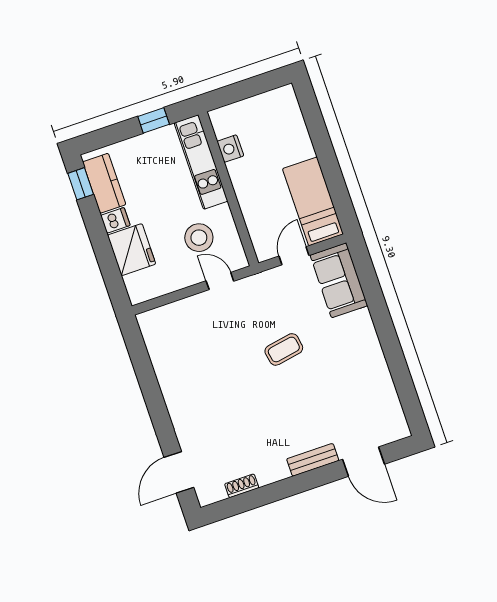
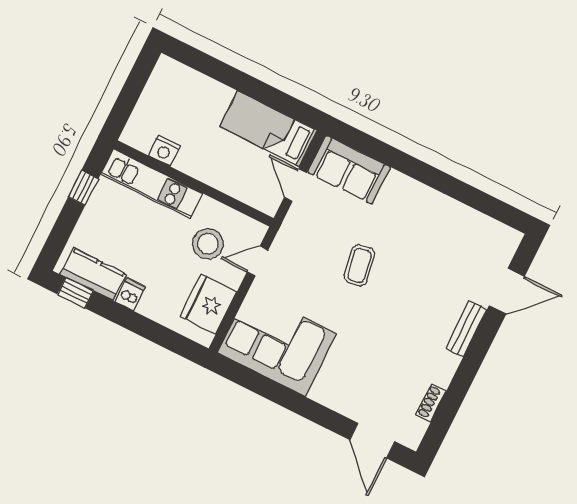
fridge: (132, 250) -> (209, 304), moved, turned -90
corner sofa: (180, 347) -> (277, 343), added

